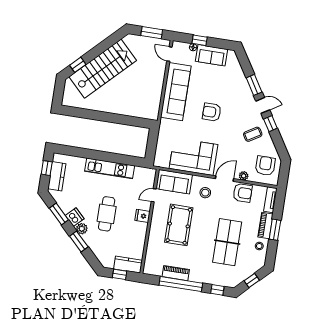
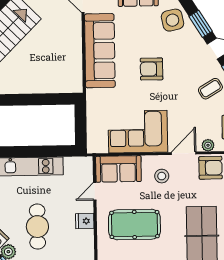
side table: (234, 79) -> (172, 20), added
pool table: (179, 225) -> (134, 224), turned 90

